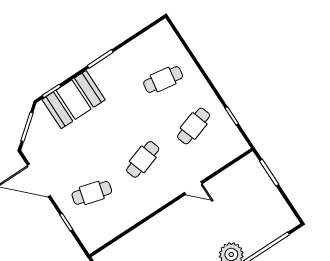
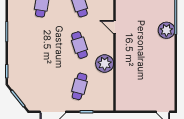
booth: (74, 100) -> (20, 62), removed
door: (193, 188) -> (115, 27), swing flipped
plant: (140, 205) -> (105, 63), added

